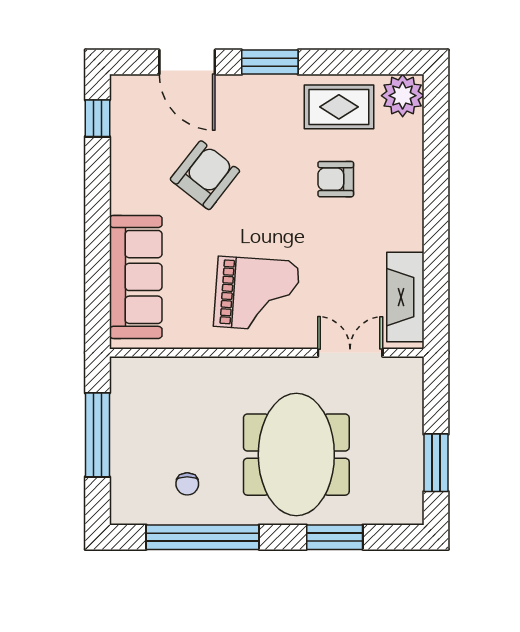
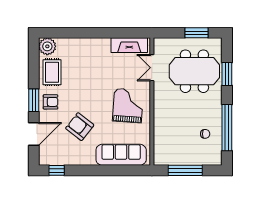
armchair: (336, 179) -> (51, 102), moved, turned -90
meeting table: (296, 455) -> (194, 71), moved

